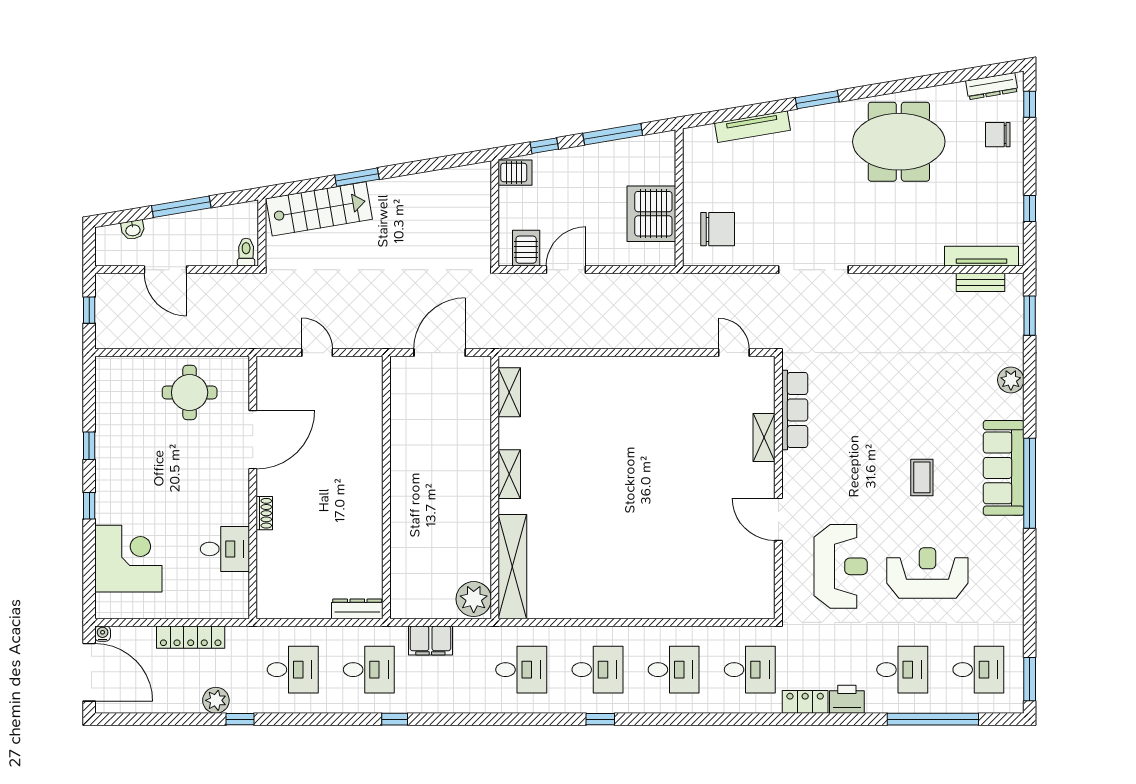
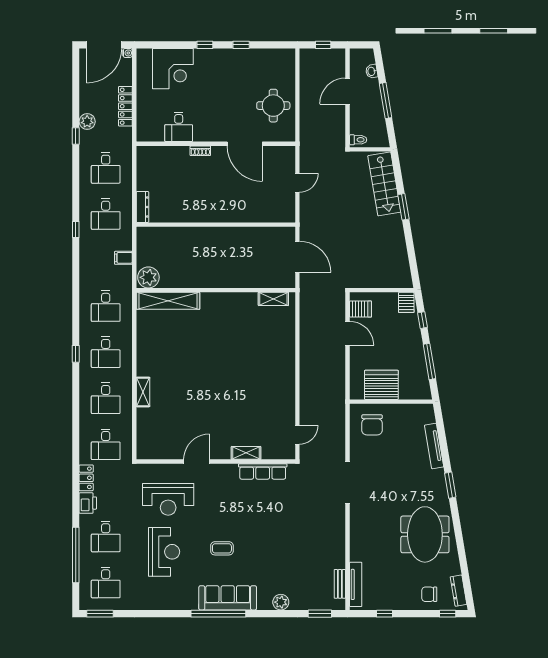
chair: (998, 135) -> (429, 594), turned -90
shelving: (509, 474) -> (143, 392), moved, turned 90
filing cabinet: (430, 640) -> (123, 258), width x0.50

